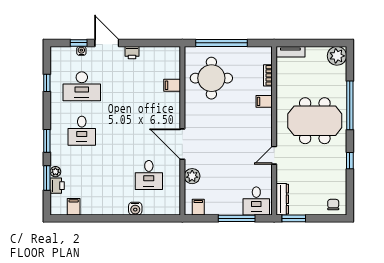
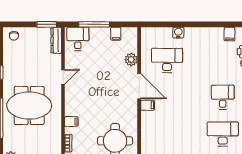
filing cabinet: (172, 85) -> (148, 105), moved
desk: (149, 175) -> (167, 60), width x1.37
filing cabinet: (198, 207) -> (116, 34), moved

